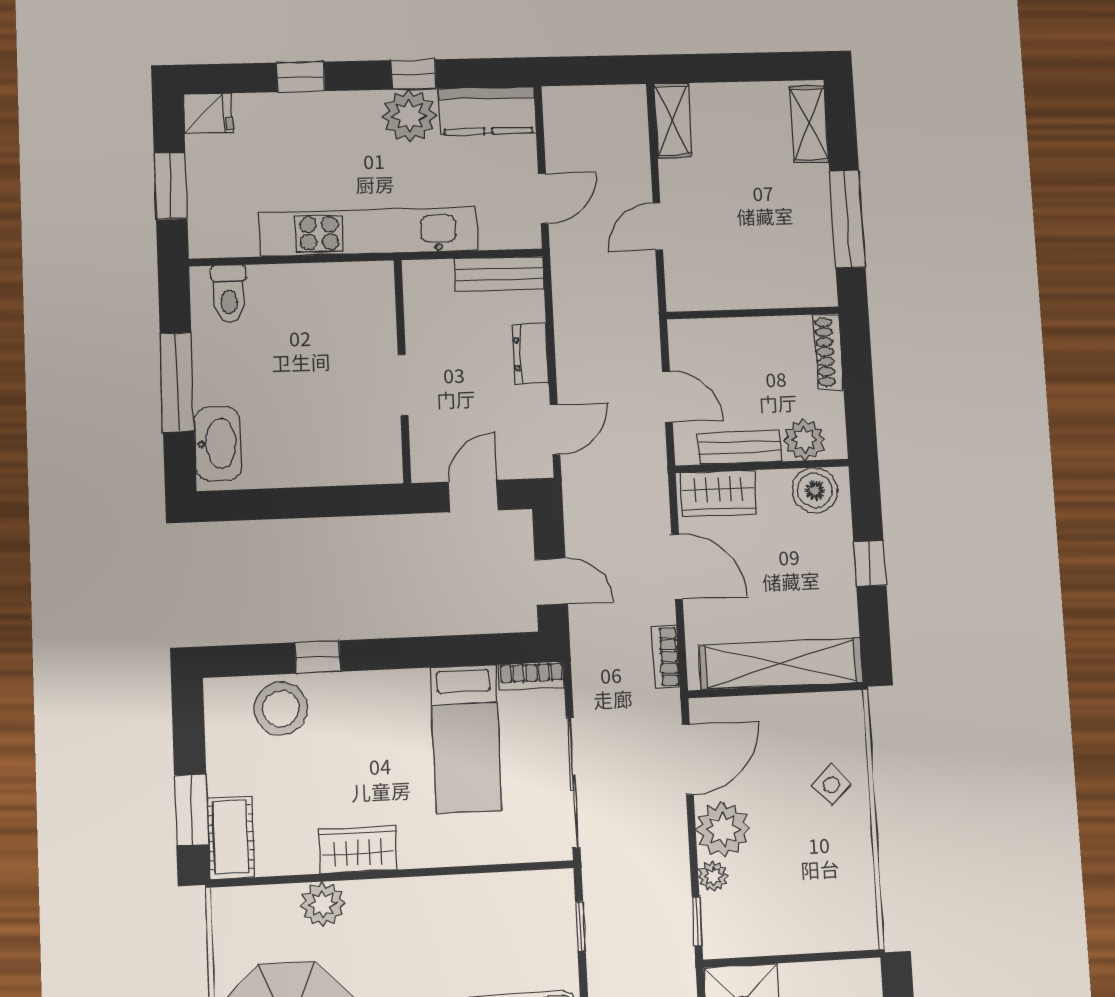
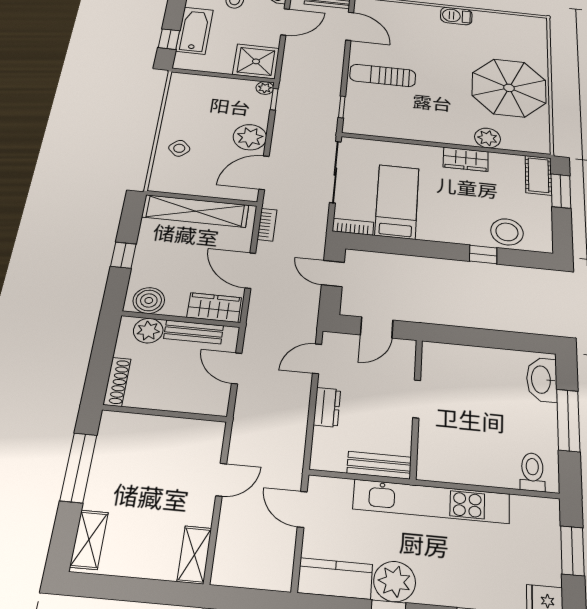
door: (543, 199) -> (302, 509), hinge flipped
bench: (499, 274) -> (379, 465), moved
plant: (713, 876) -> (265, 88), moved

